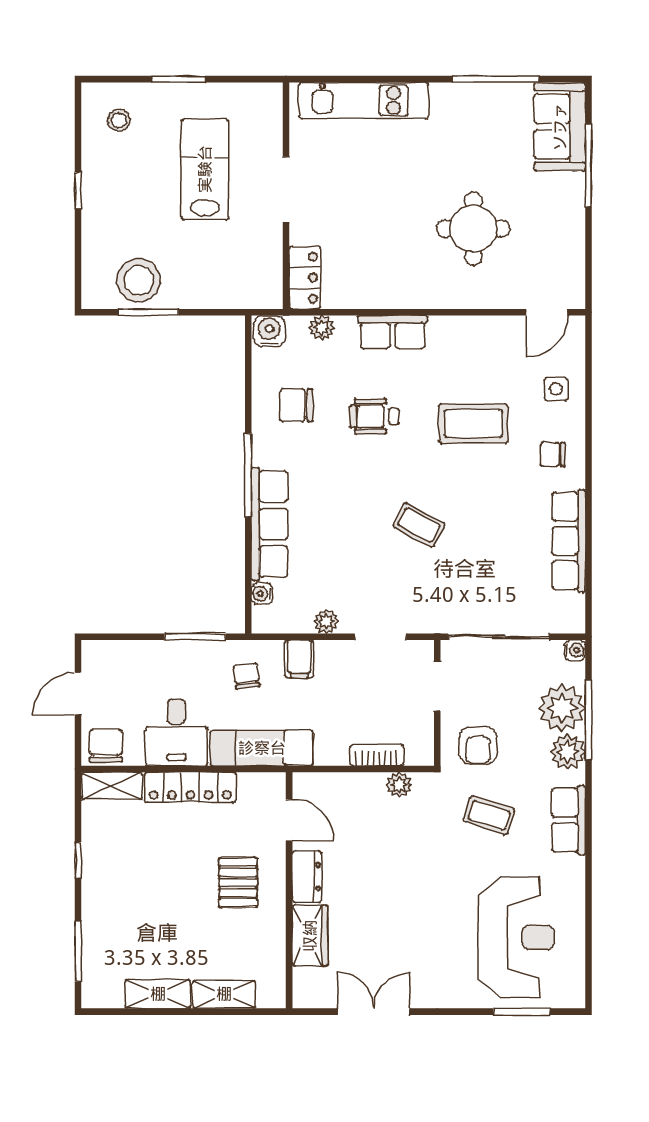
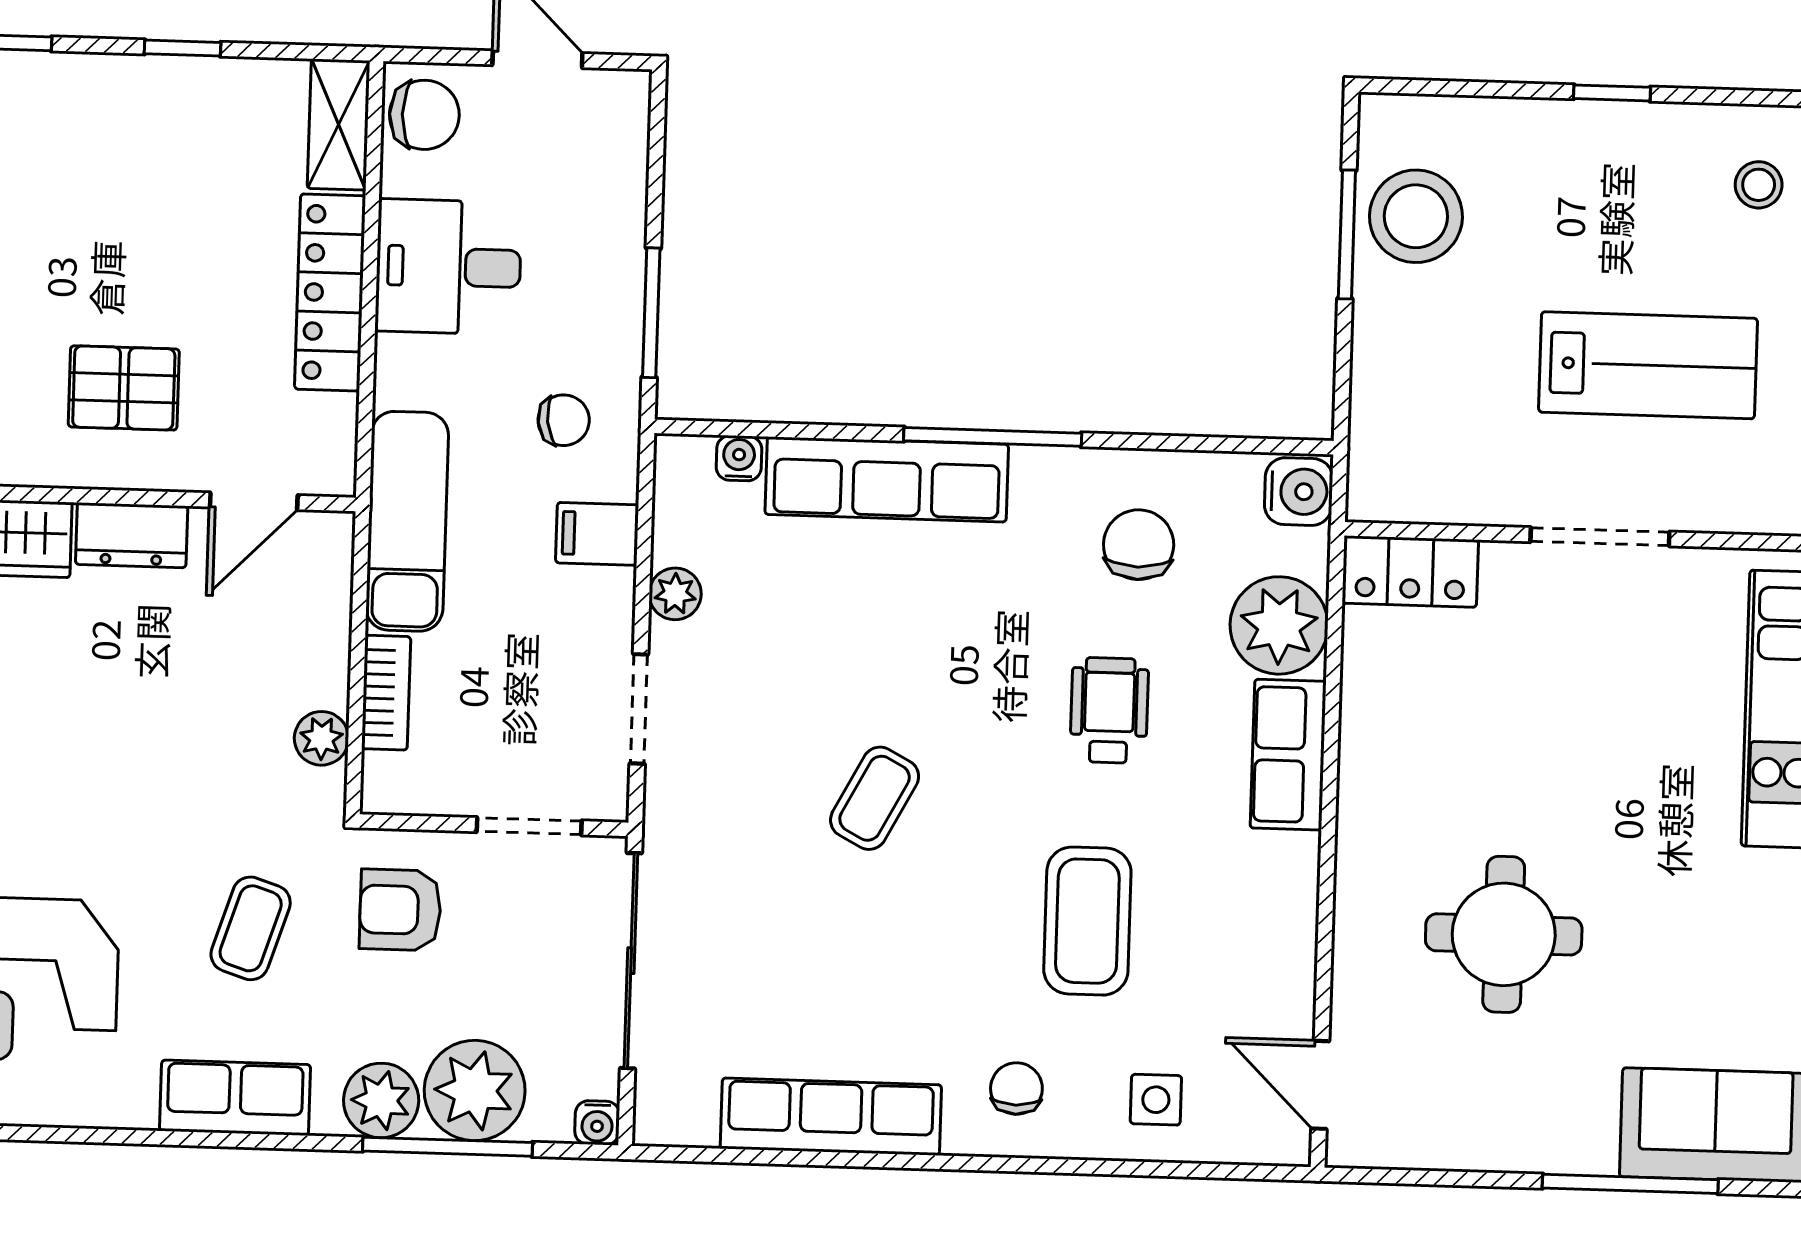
plant: (321, 328) -> (1279, 625), width x1.88, depth x1.88
exam couch: (262, 748) -> (407, 521), moved

